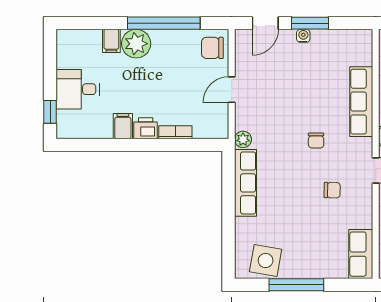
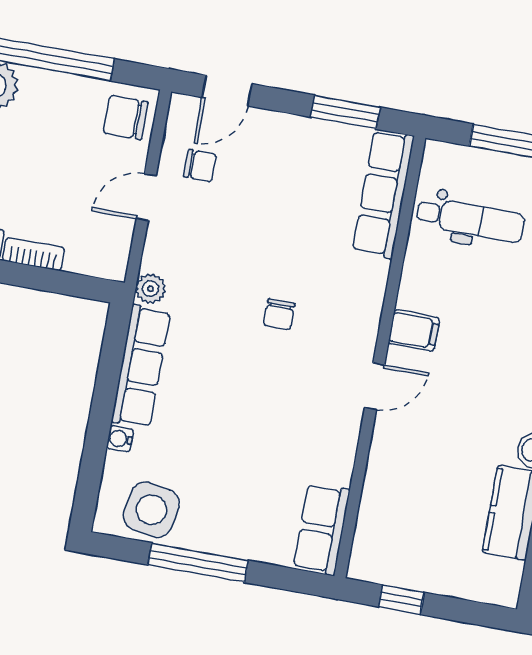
window: (310, 23) -> (345, 112), moved
water cooler: (303, 36) -> (120, 439), moved, turned -90
row of seats: (361, 102) -> (383, 194), moved
chair: (332, 190) -> (200, 166), moved

